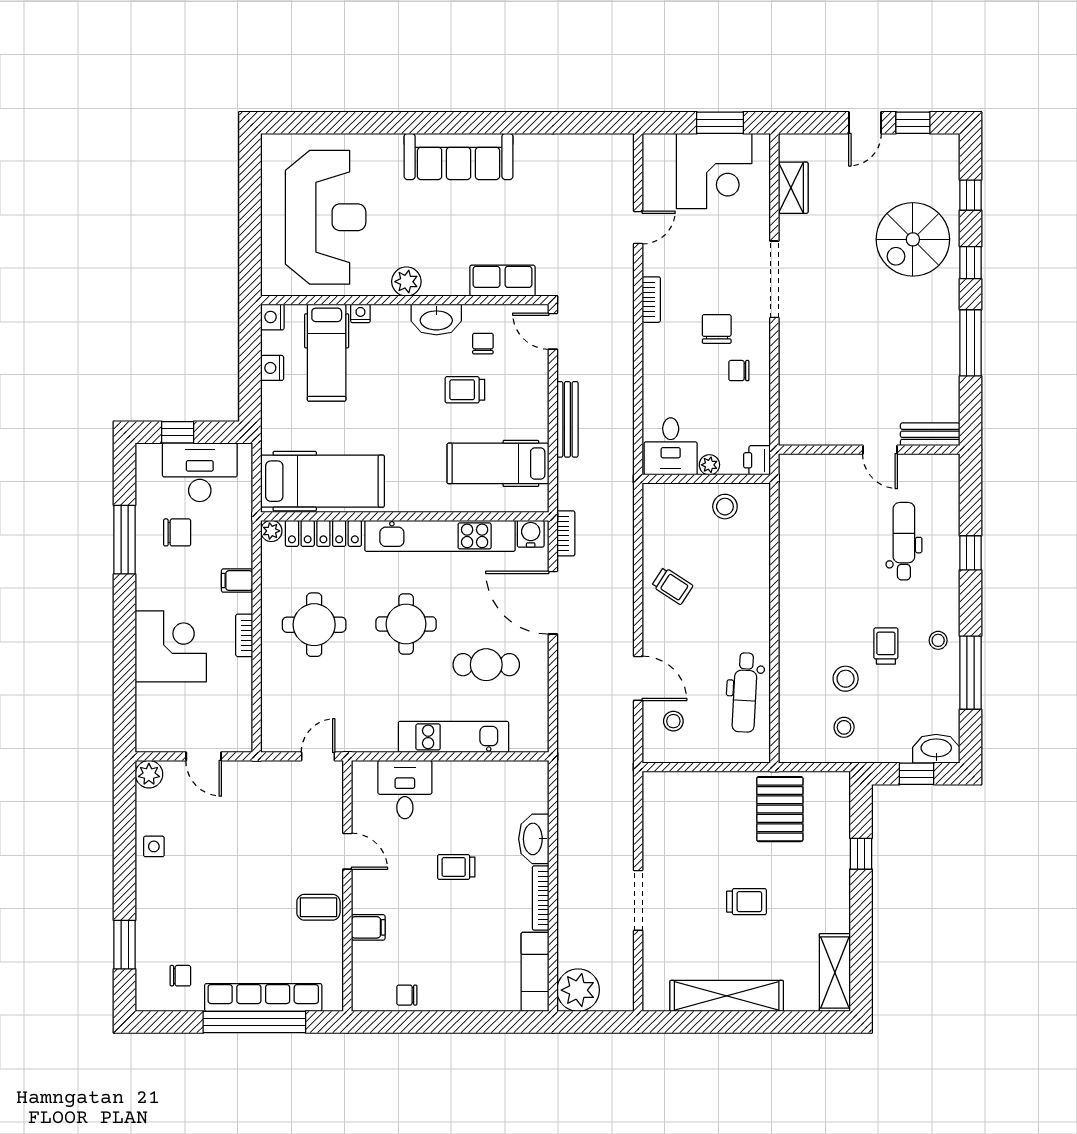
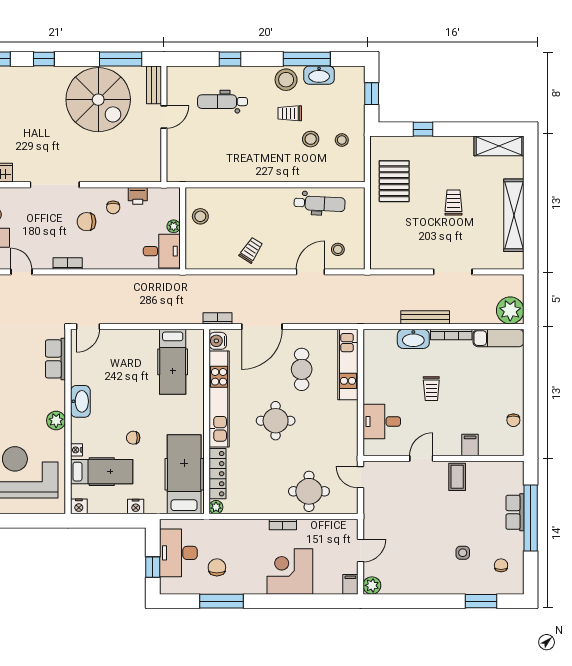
spiral stairs: (913, 239) -> (98, 100), moved, width x1.37, depth x1.37
window: (970, 343) -> (121, 59), moved
chair: (483, 344) -> (133, 438), moved
nightstand: (272, 368) -> (136, 507), moved
trolley: (465, 390) -> (125, 383), removed
bench: (567, 419) -> (425, 317), moved
printer: (757, 460) -> (138, 196), moved
filing cabinet: (237, 581) -> (350, 584), moved, turned 180
round table: (314, 625) -> (309, 491), moved
stool: (938, 640) -> (286, 80), width x1.89, depth x1.89
kitchen unit: (453, 737) -> (348, 365), moved
washbasin: (936, 749) -> (319, 75), moved, turned -90
pallet: (780, 809) -> (394, 181), turned 90
side table: (154, 846) -> (463, 553), moved
row of seats: (263, 997) -> (515, 512), width x0.50

